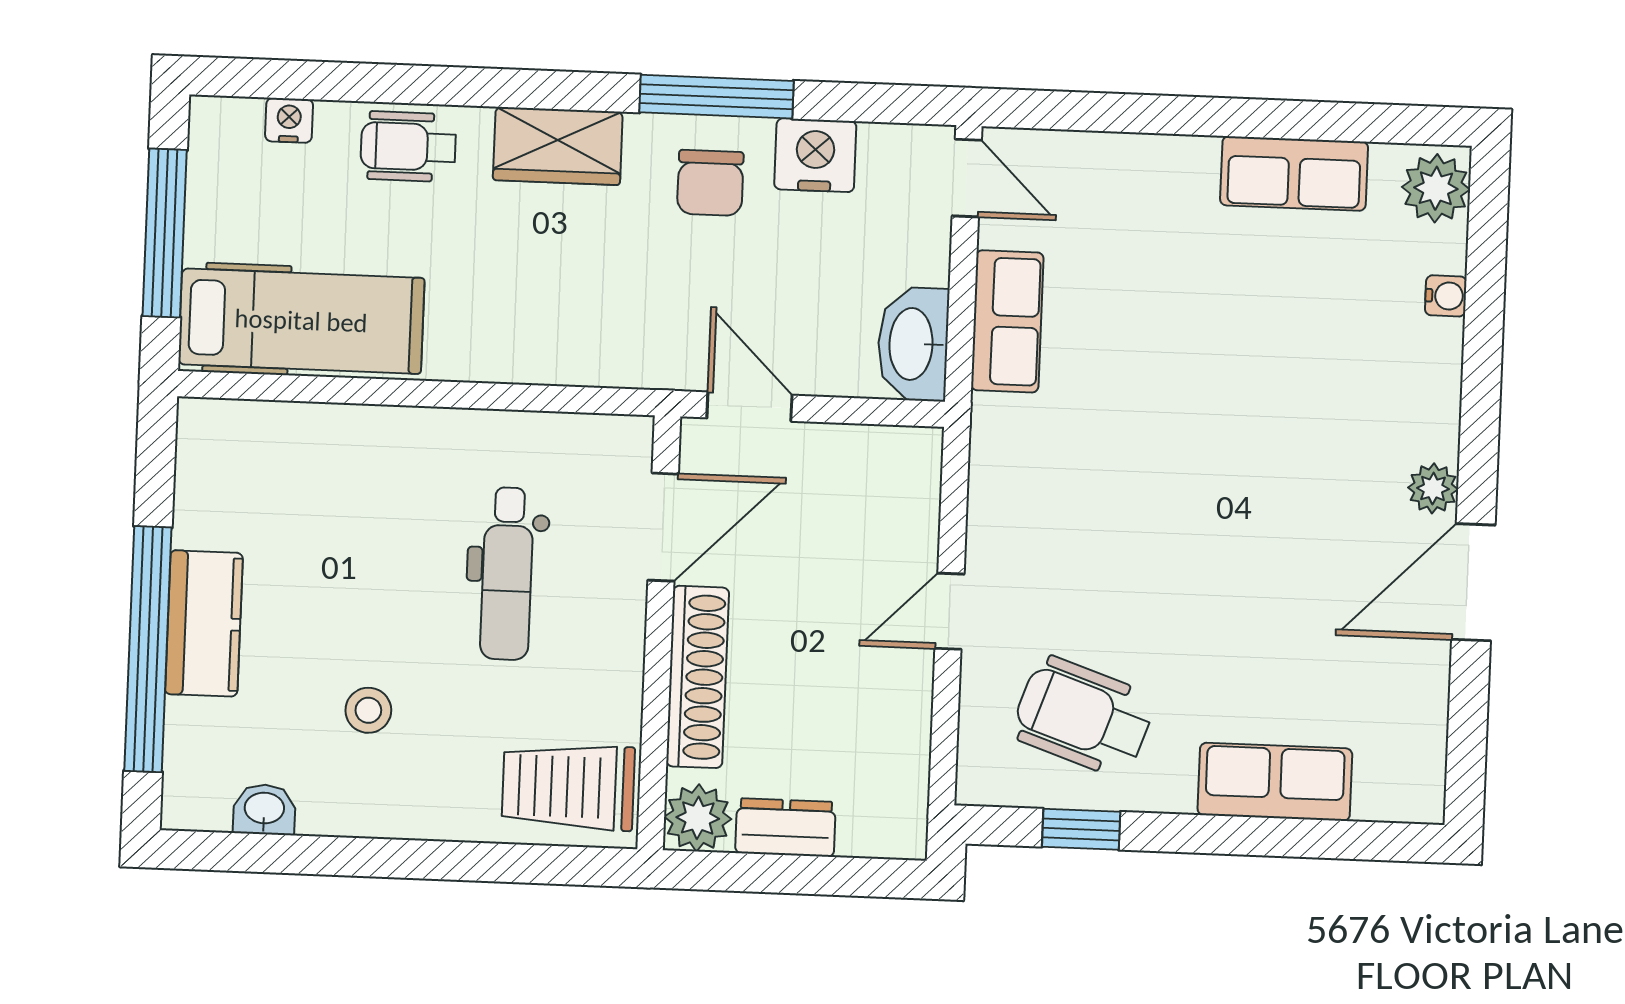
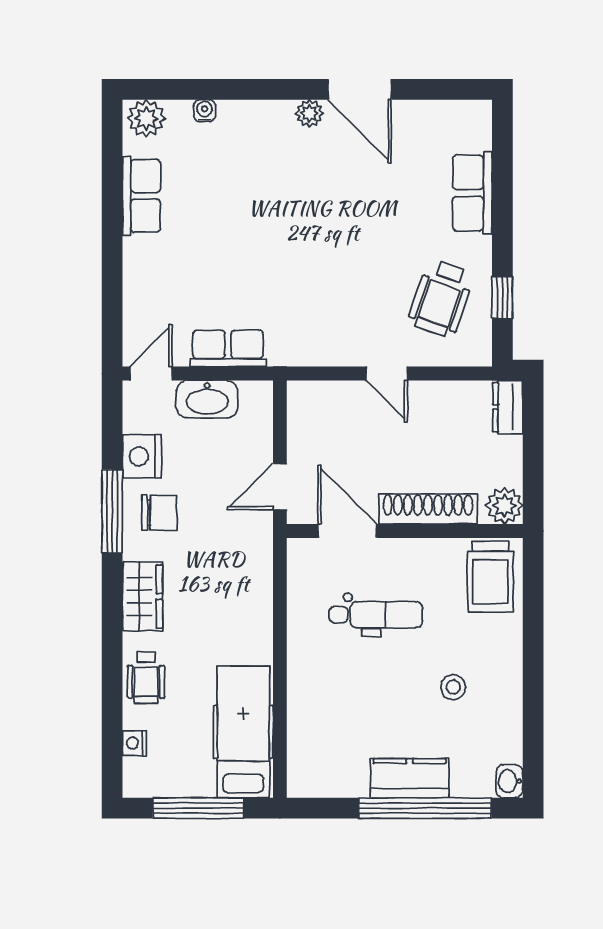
washbasin: (913, 344) -> (207, 399), moved
washbasin: (264, 809) -> (509, 781), moved
dresser: (786, 827) -> (508, 407), moved

